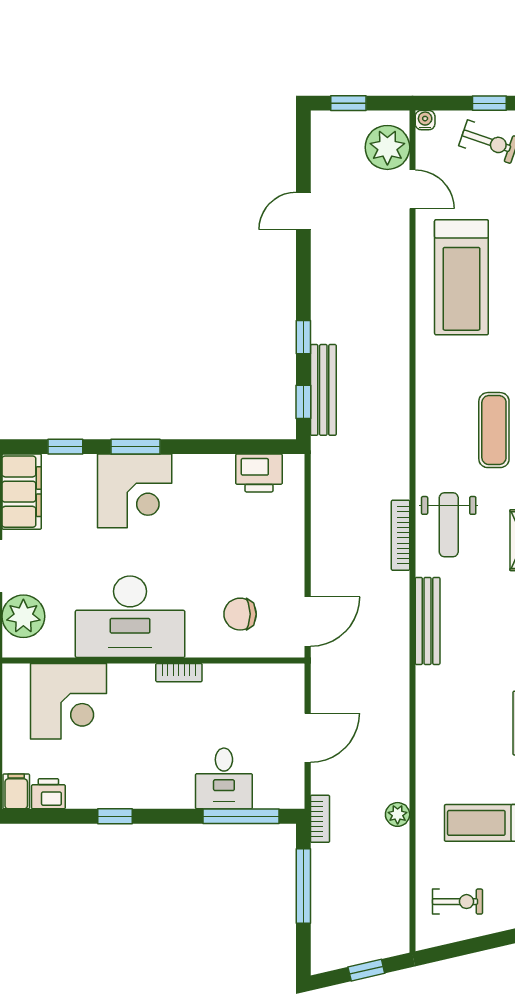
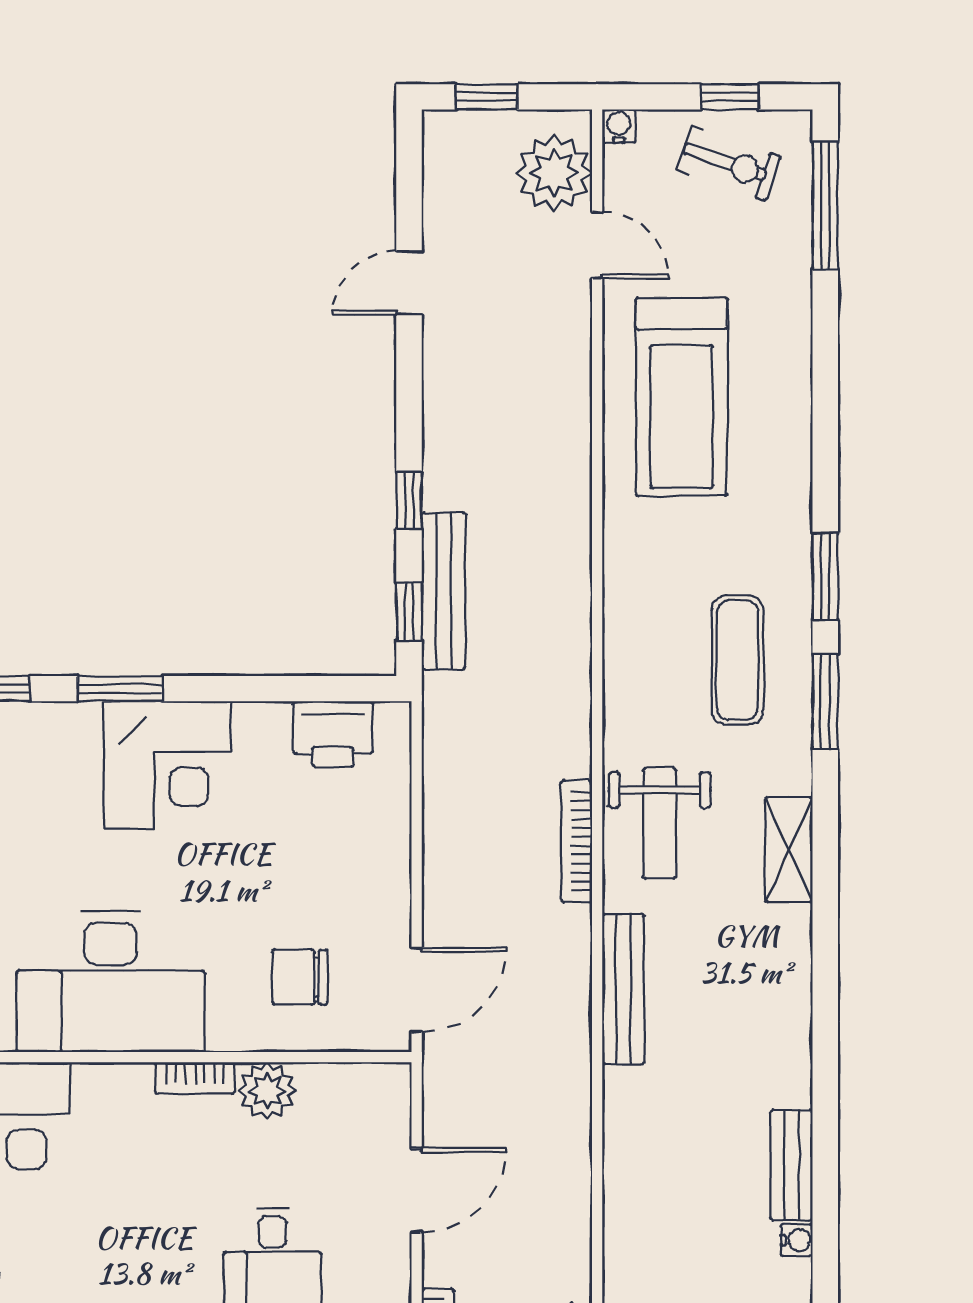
corner desk: (135, 491) -> (167, 765), moved
plant: (221, 680) -> (267, 1091), added

